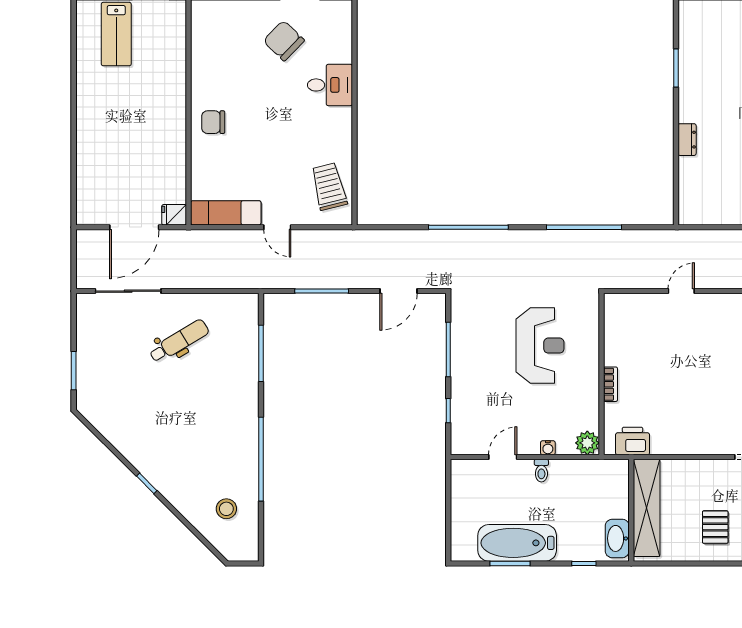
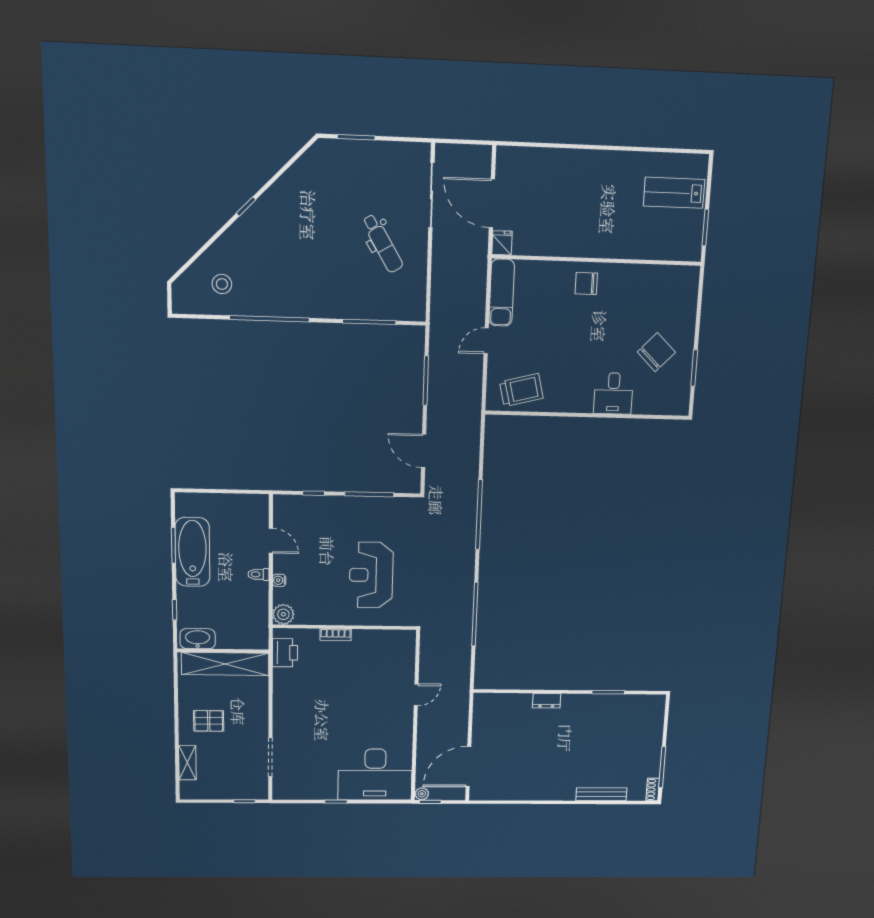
chair: (213, 122) -> (586, 283), turned -90
door: (681, 291) -> (416, 695), hinge flipped
reception desk: (540, 346) -> (371, 575), turned 90

